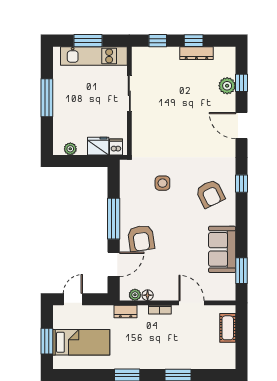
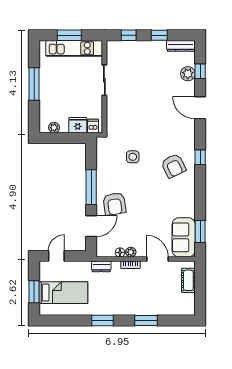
dresser: (196, 53) -> (181, 46), moved
sofa: (222, 249) -> (184, 237), moved
plant: (135, 295) -> (131, 252), moved

